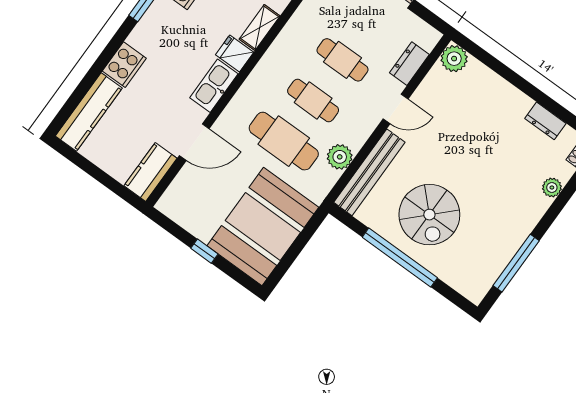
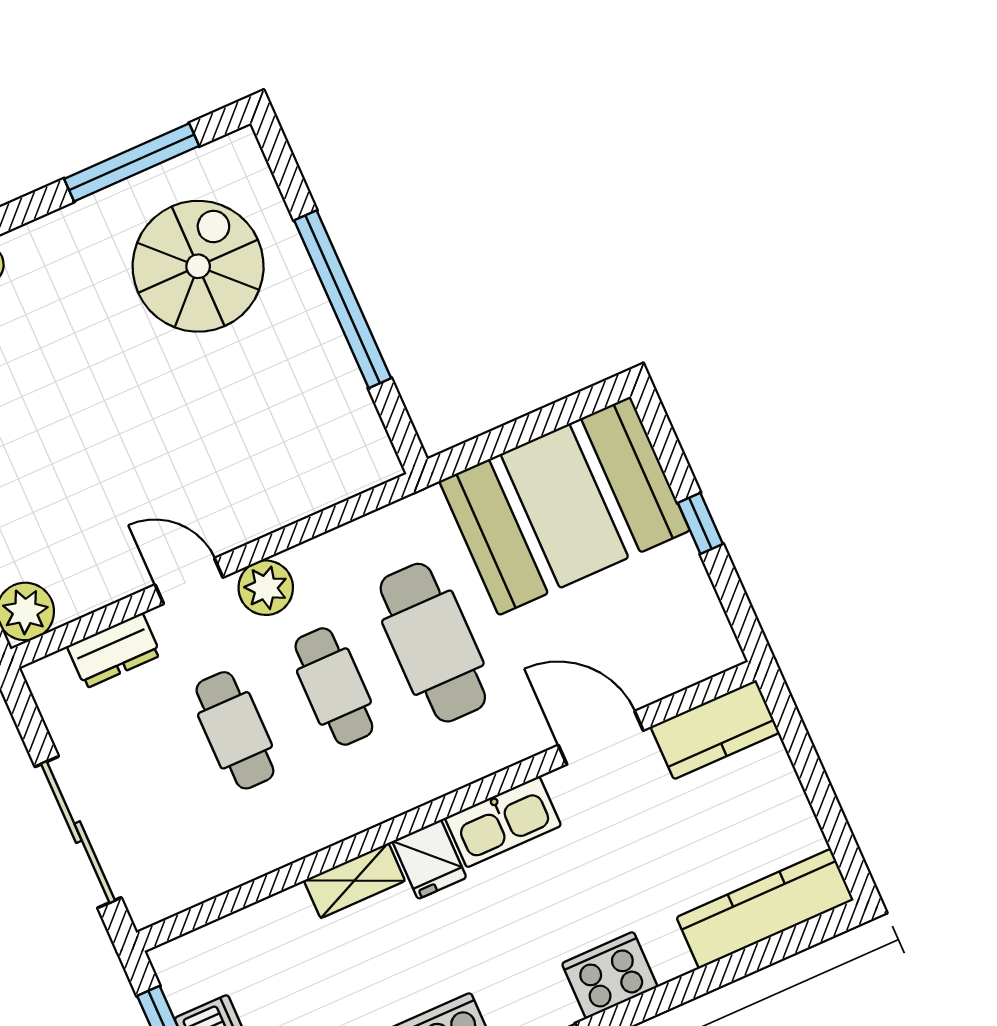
cooker: (124, 65) -> (610, 975), moved
plant: (340, 157) -> (266, 588), moved
bench: (369, 172) -> (307, 491), removed
spiral stairs: (429, 215) -> (198, 266), moved

